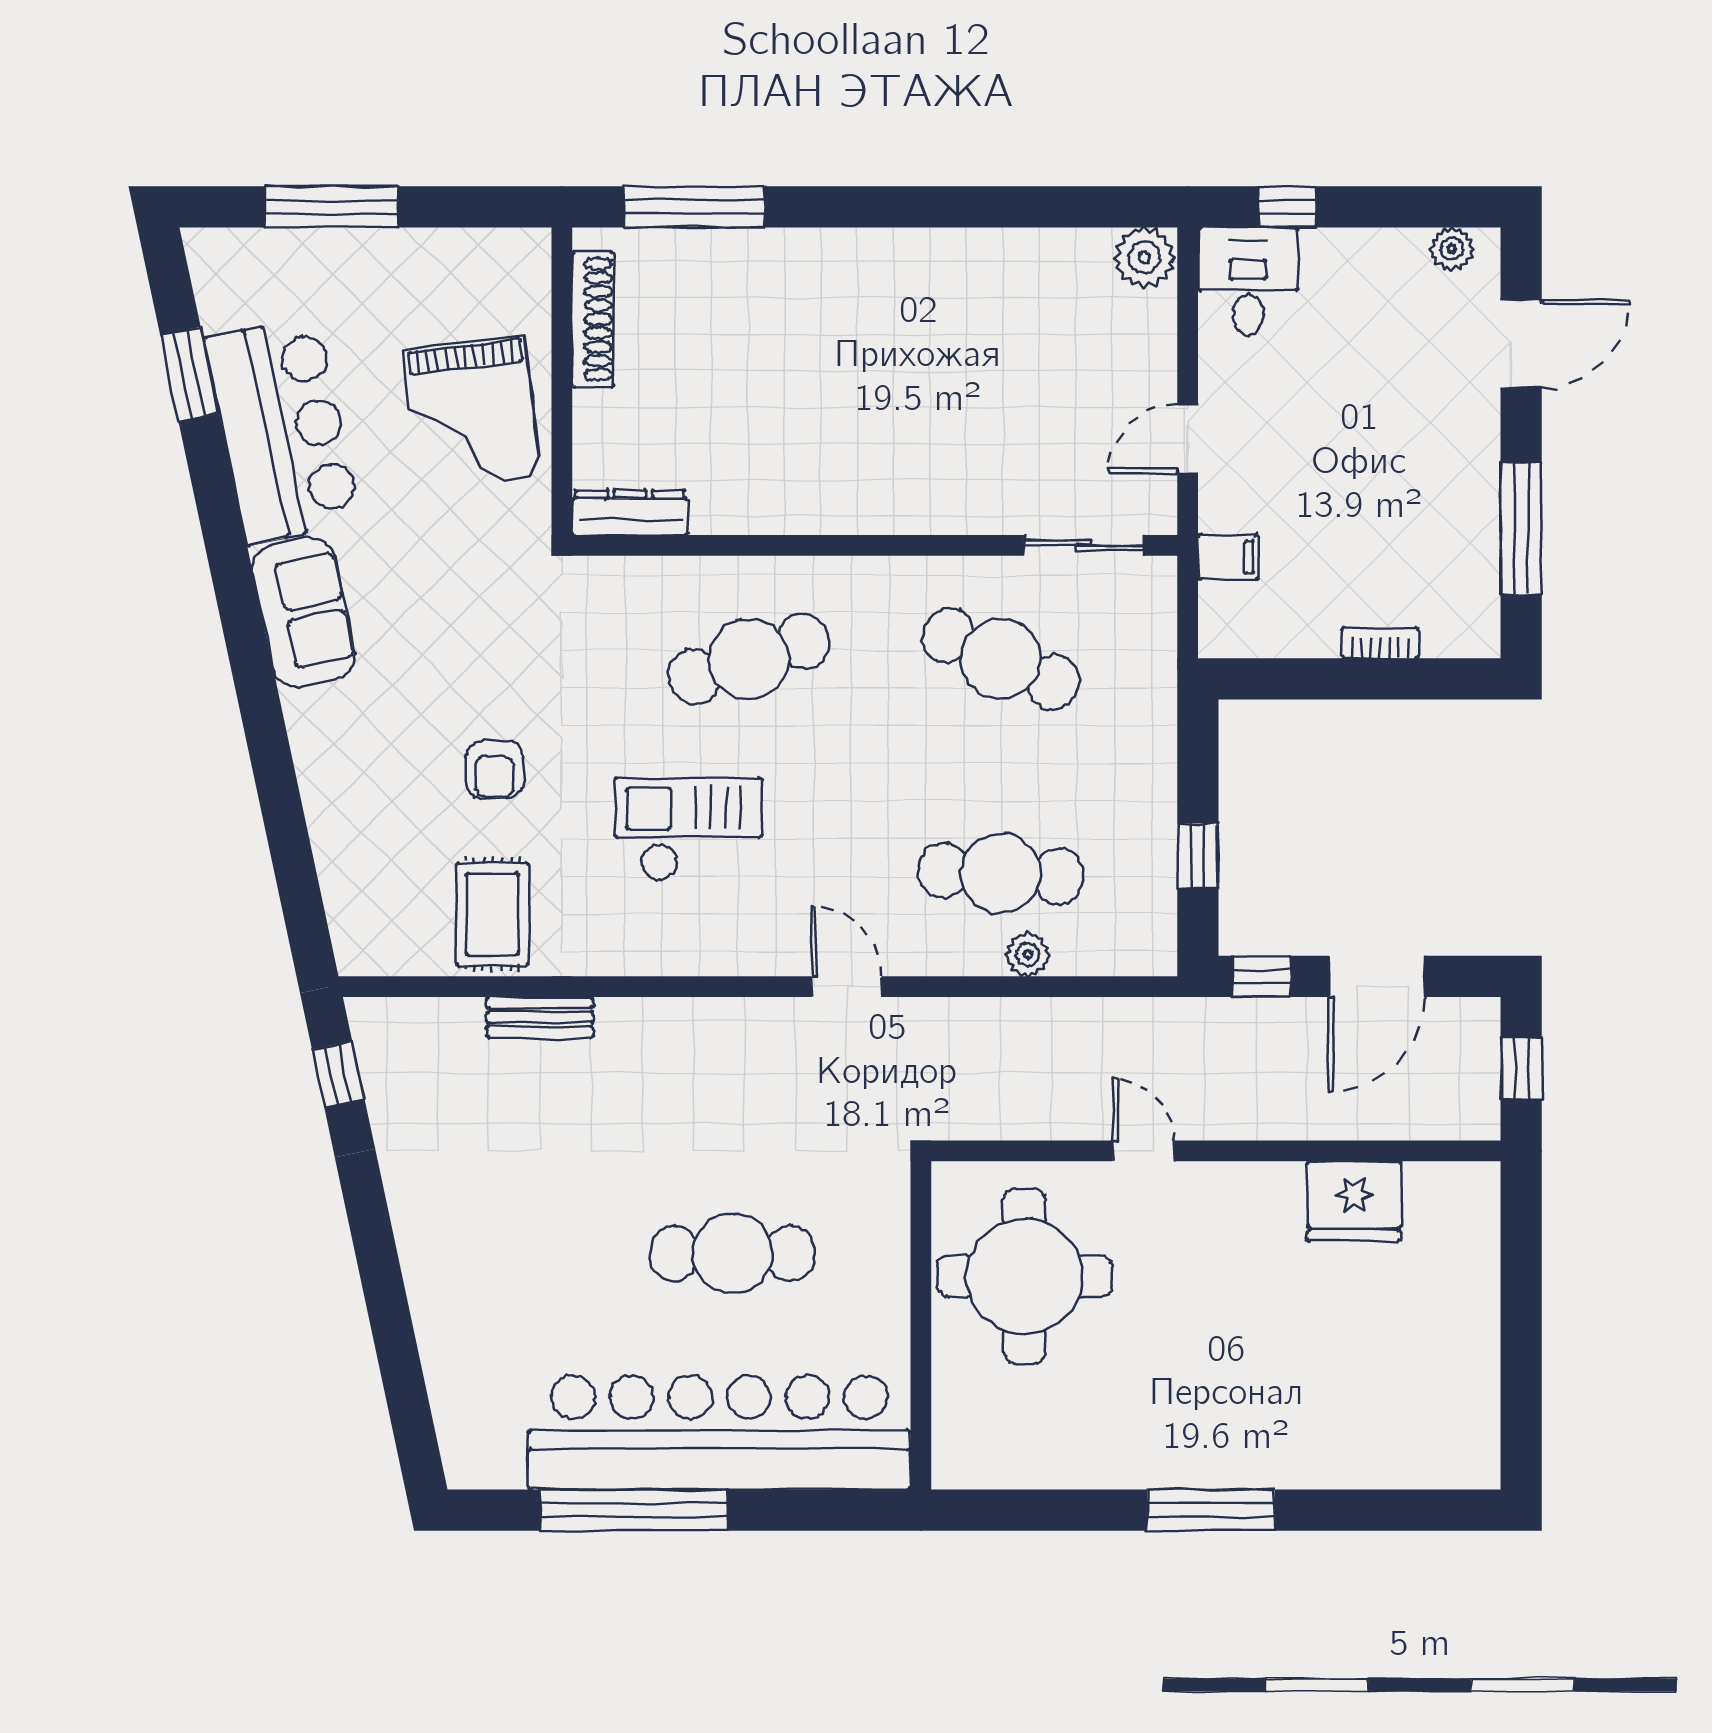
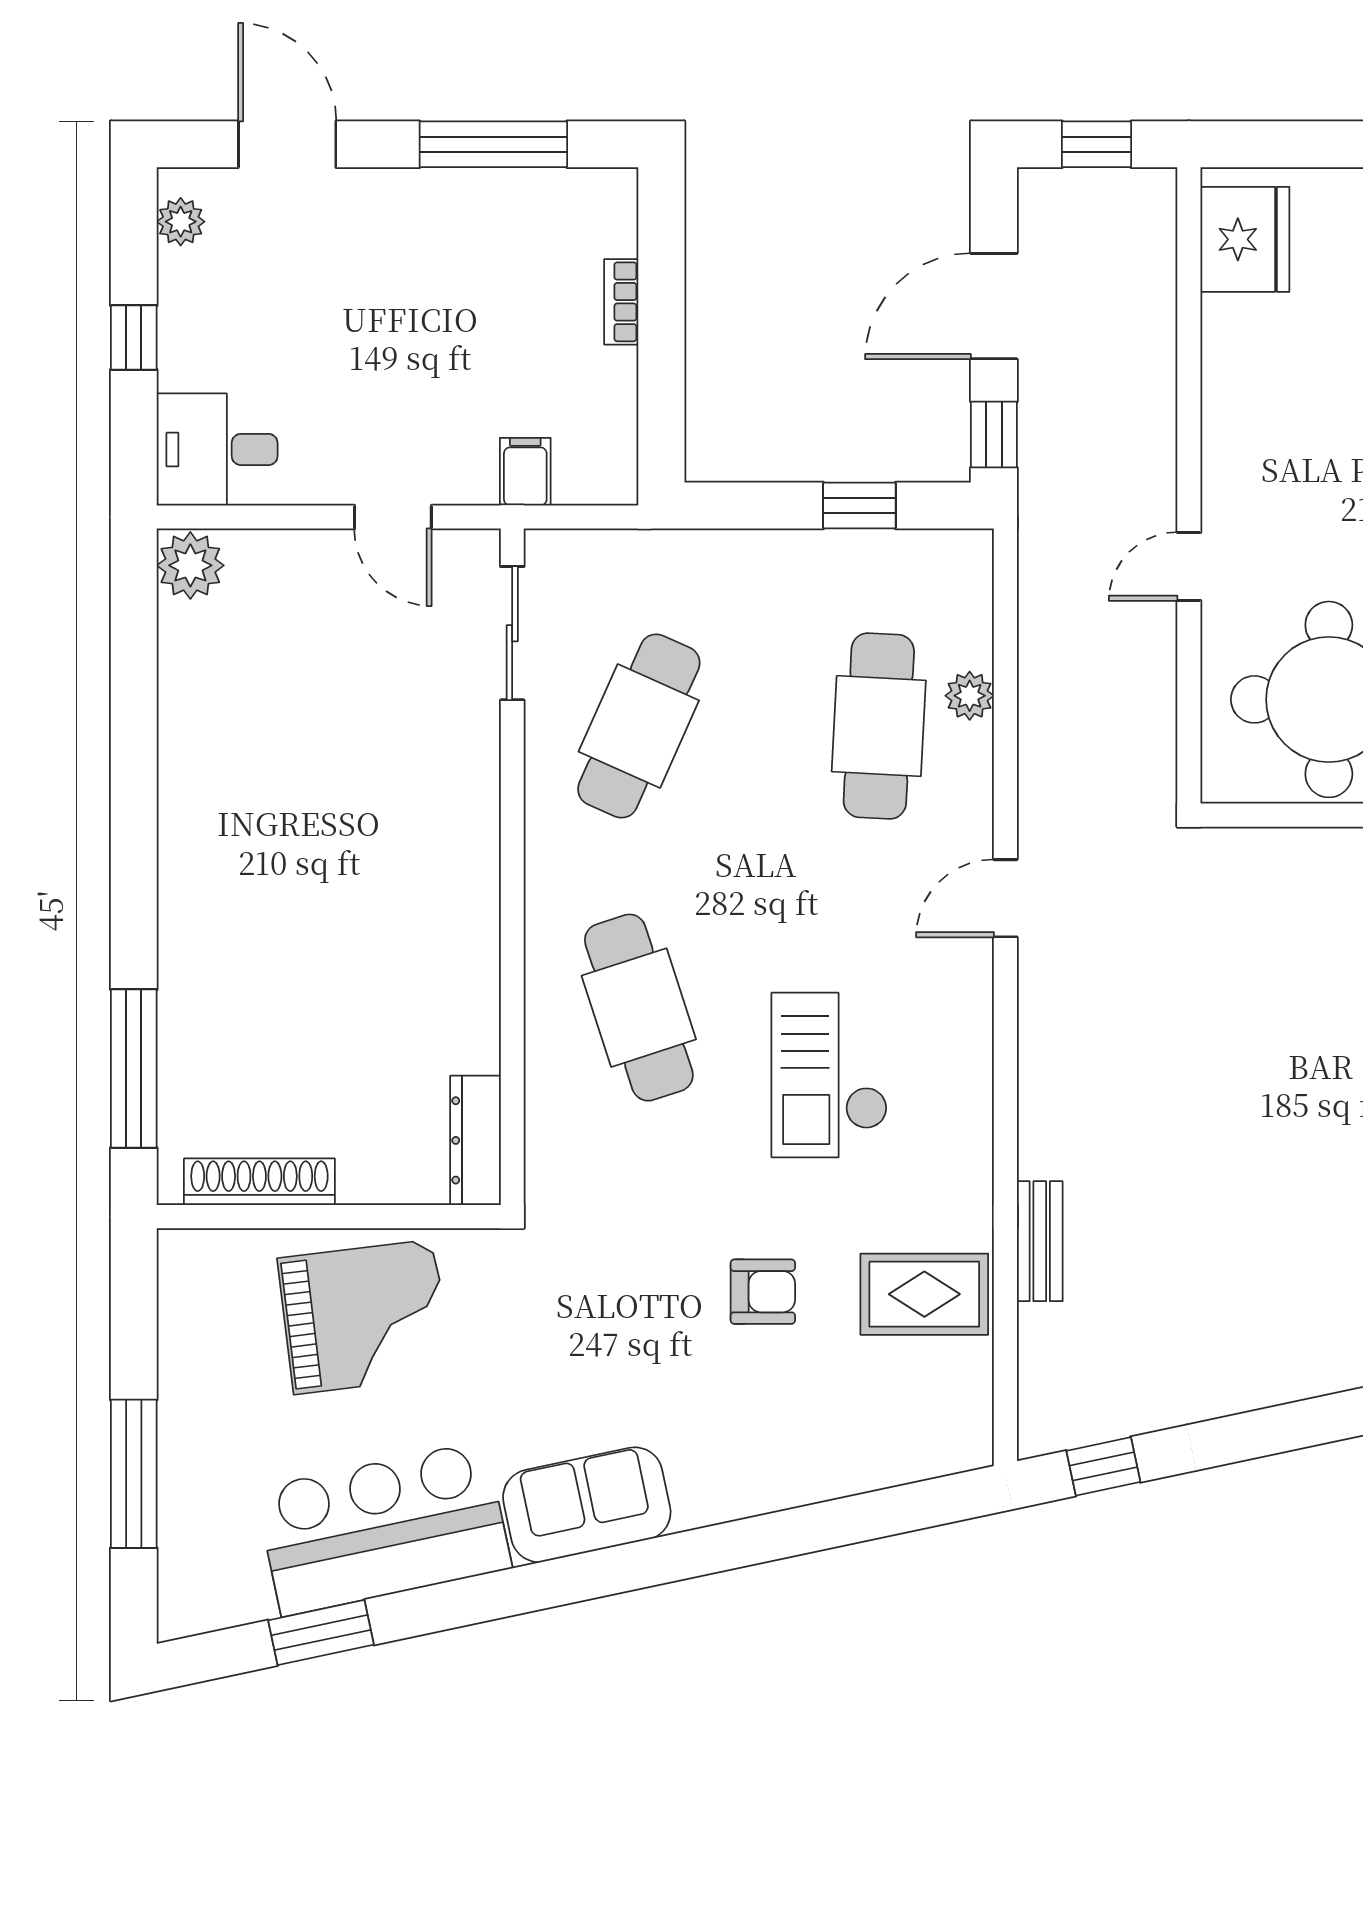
window: (1288, 207) -> (134, 338), moved
door: (1376, 976) -> (994, 306), swing flipped
fridge: (1354, 1201) -> (1245, 239), moved
cafe table: (732, 1253) -> (1303, 1026), removed

